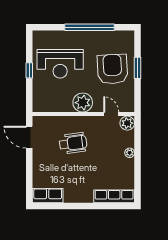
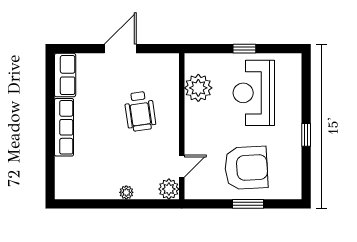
window: (89, 27) -> (306, 135), width x0.32
plant: (83, 103) -> (198, 88), moved
door: (29, 137) -> (120, 49), moved
row of seats: (114, 196) -> (64, 127), moved

